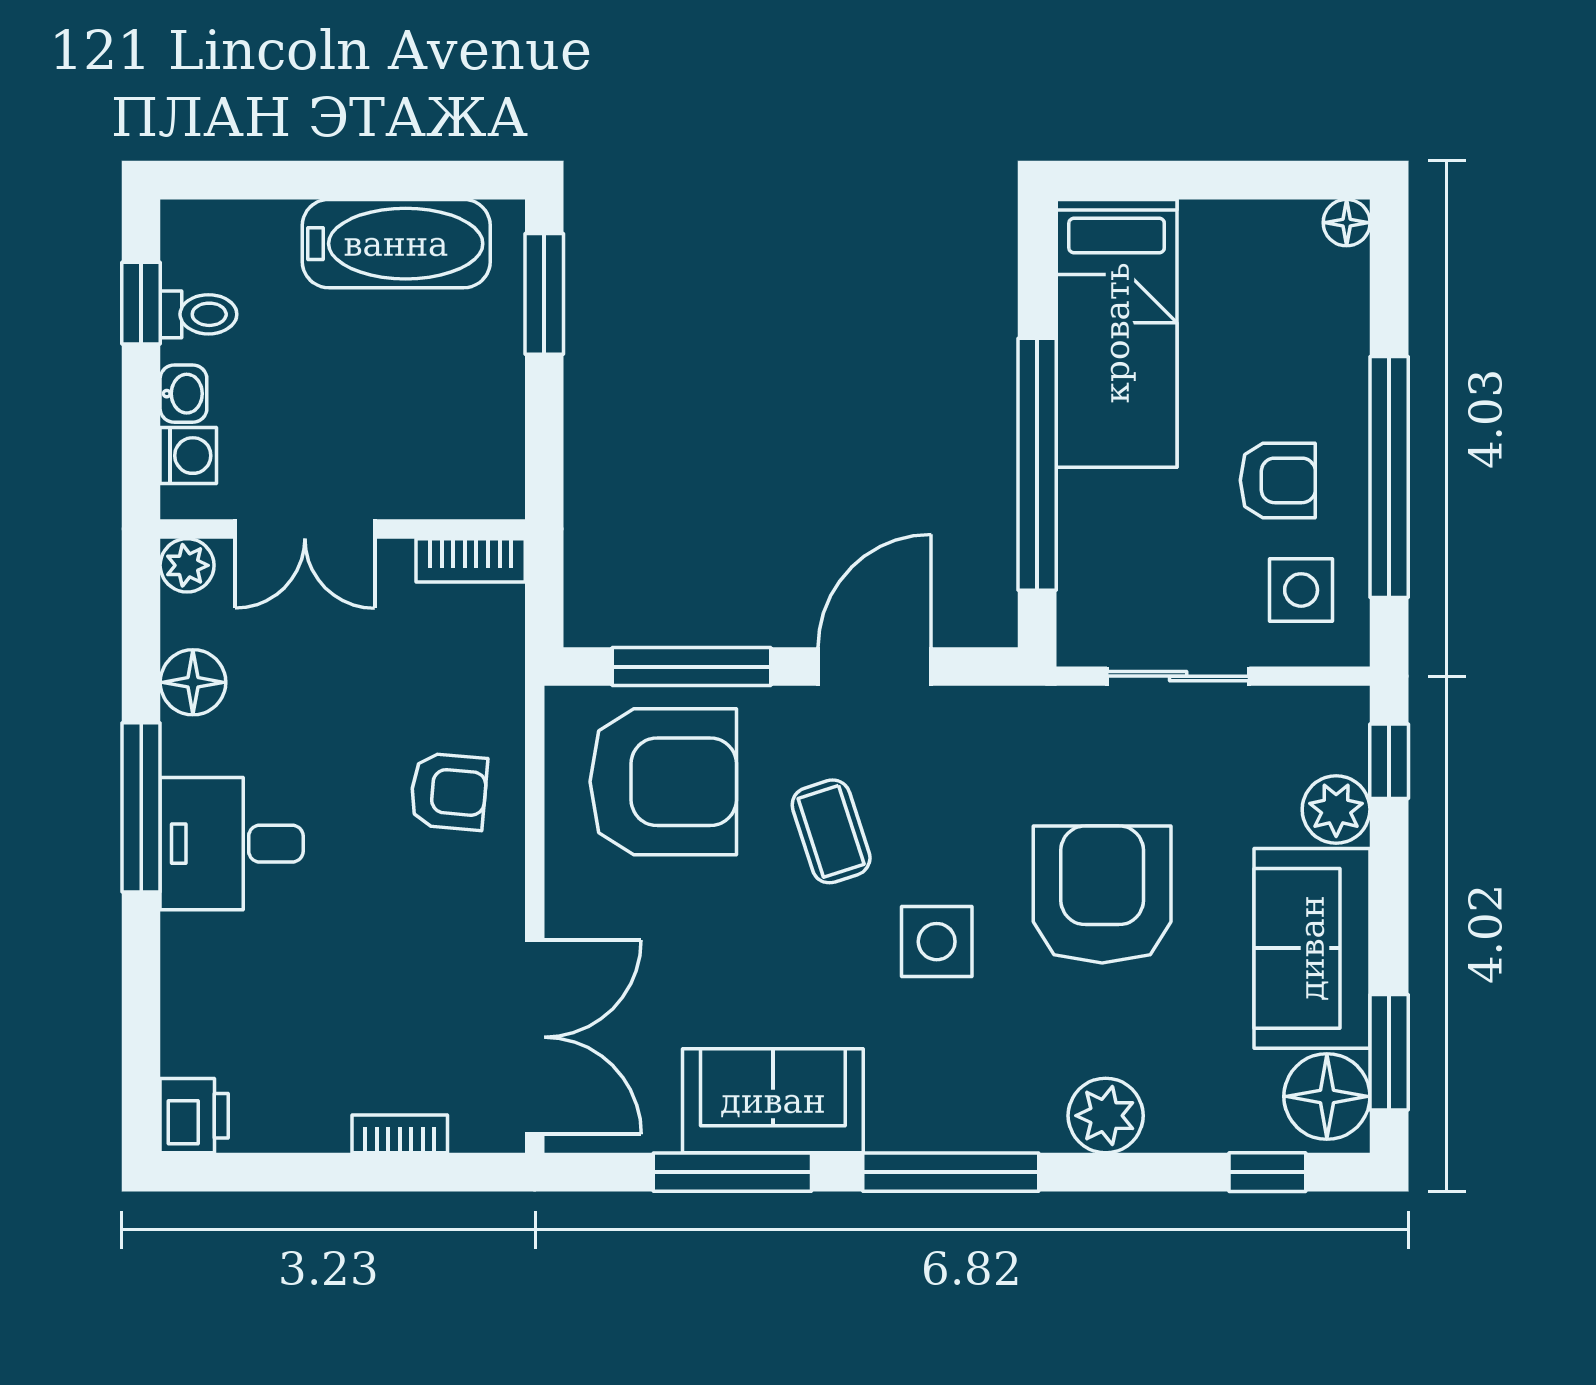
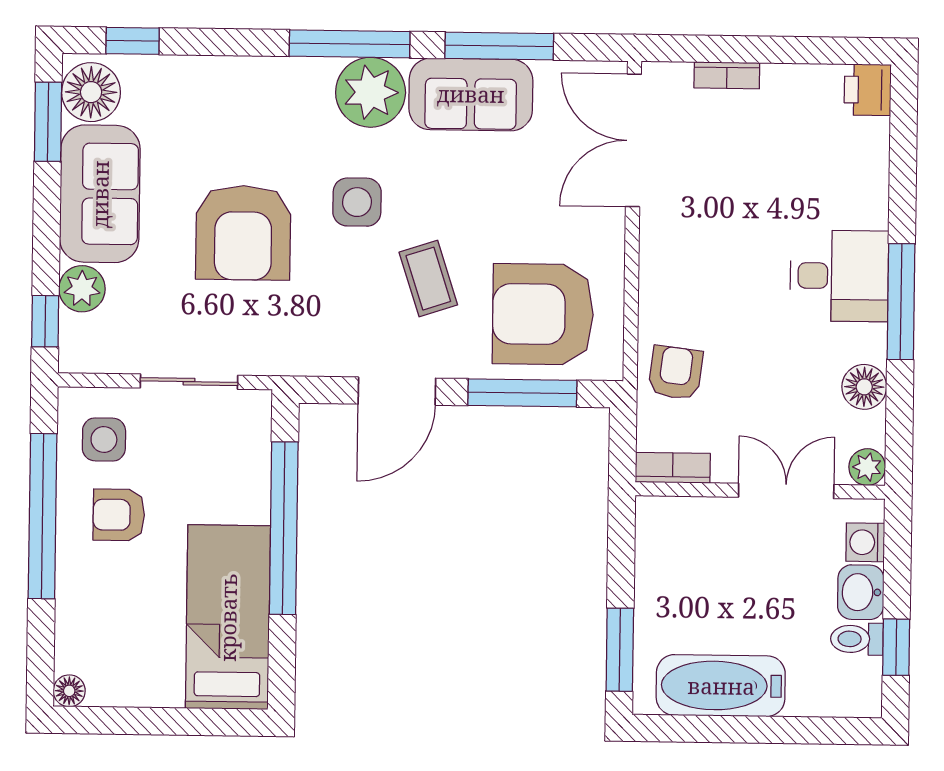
washbasin: (183, 394) -> (861, 592), width x1.38, depth x1.45
armchair: (449, 792) -> (676, 373), moved, turned 92
plant: (1106, 1116) -> (371, 92), moved, width x1.36, depth x1.36

